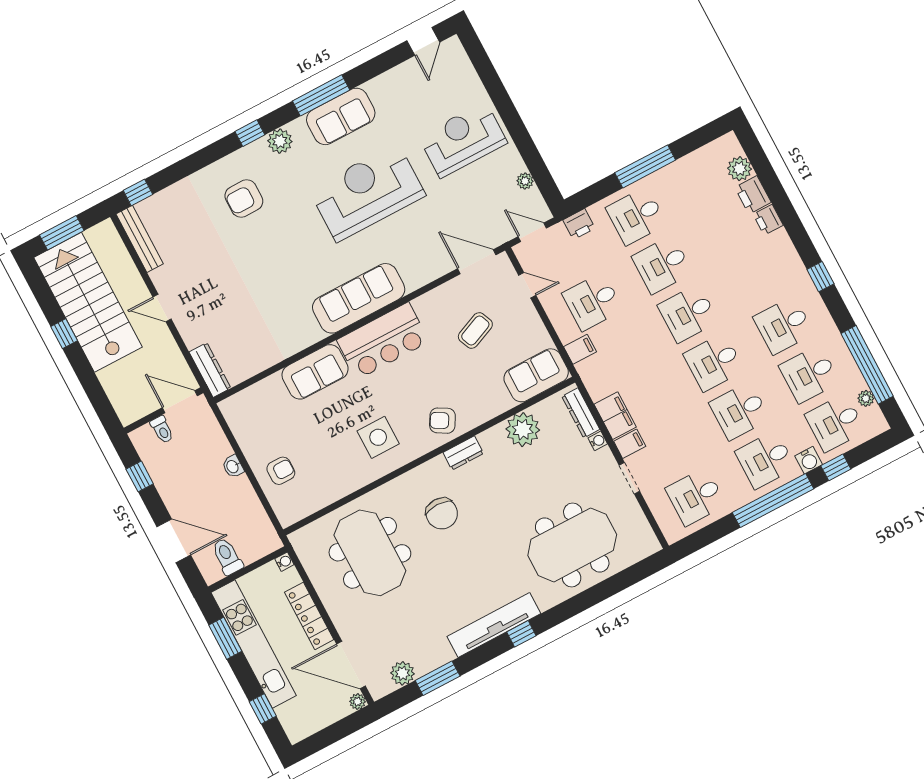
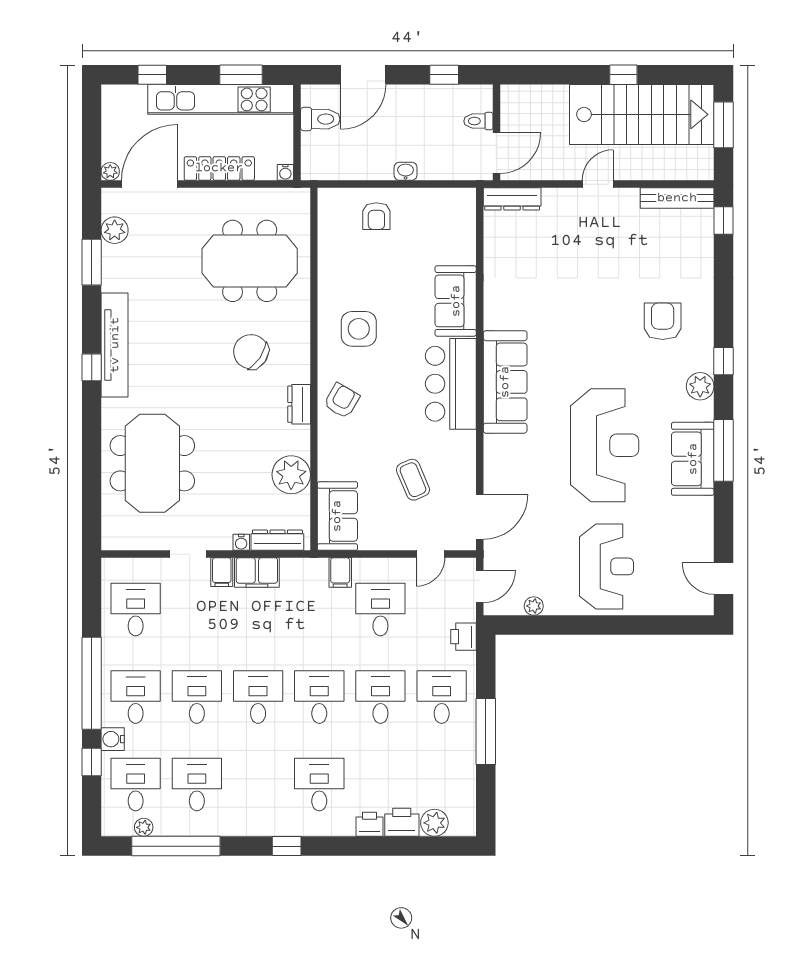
desk: (784, 325) -> (319, 785), moved
chair: (442, 513) -> (251, 352), turned 34

